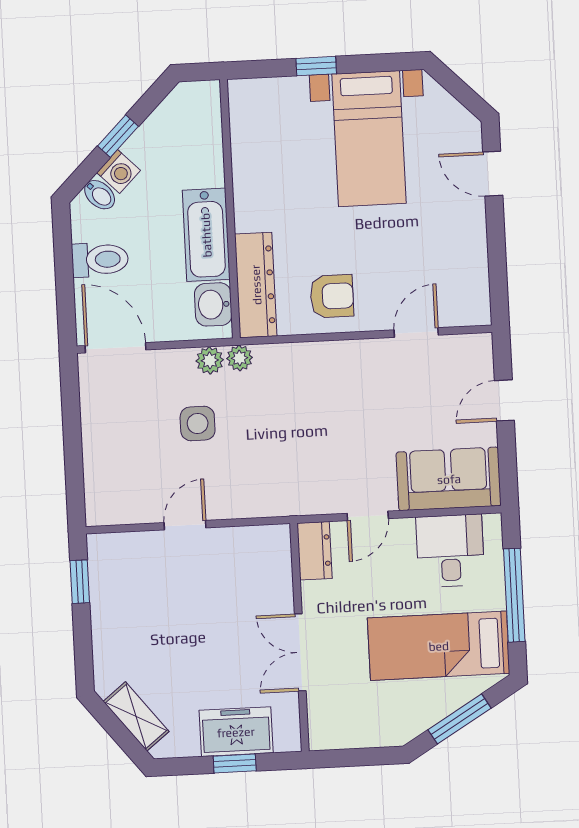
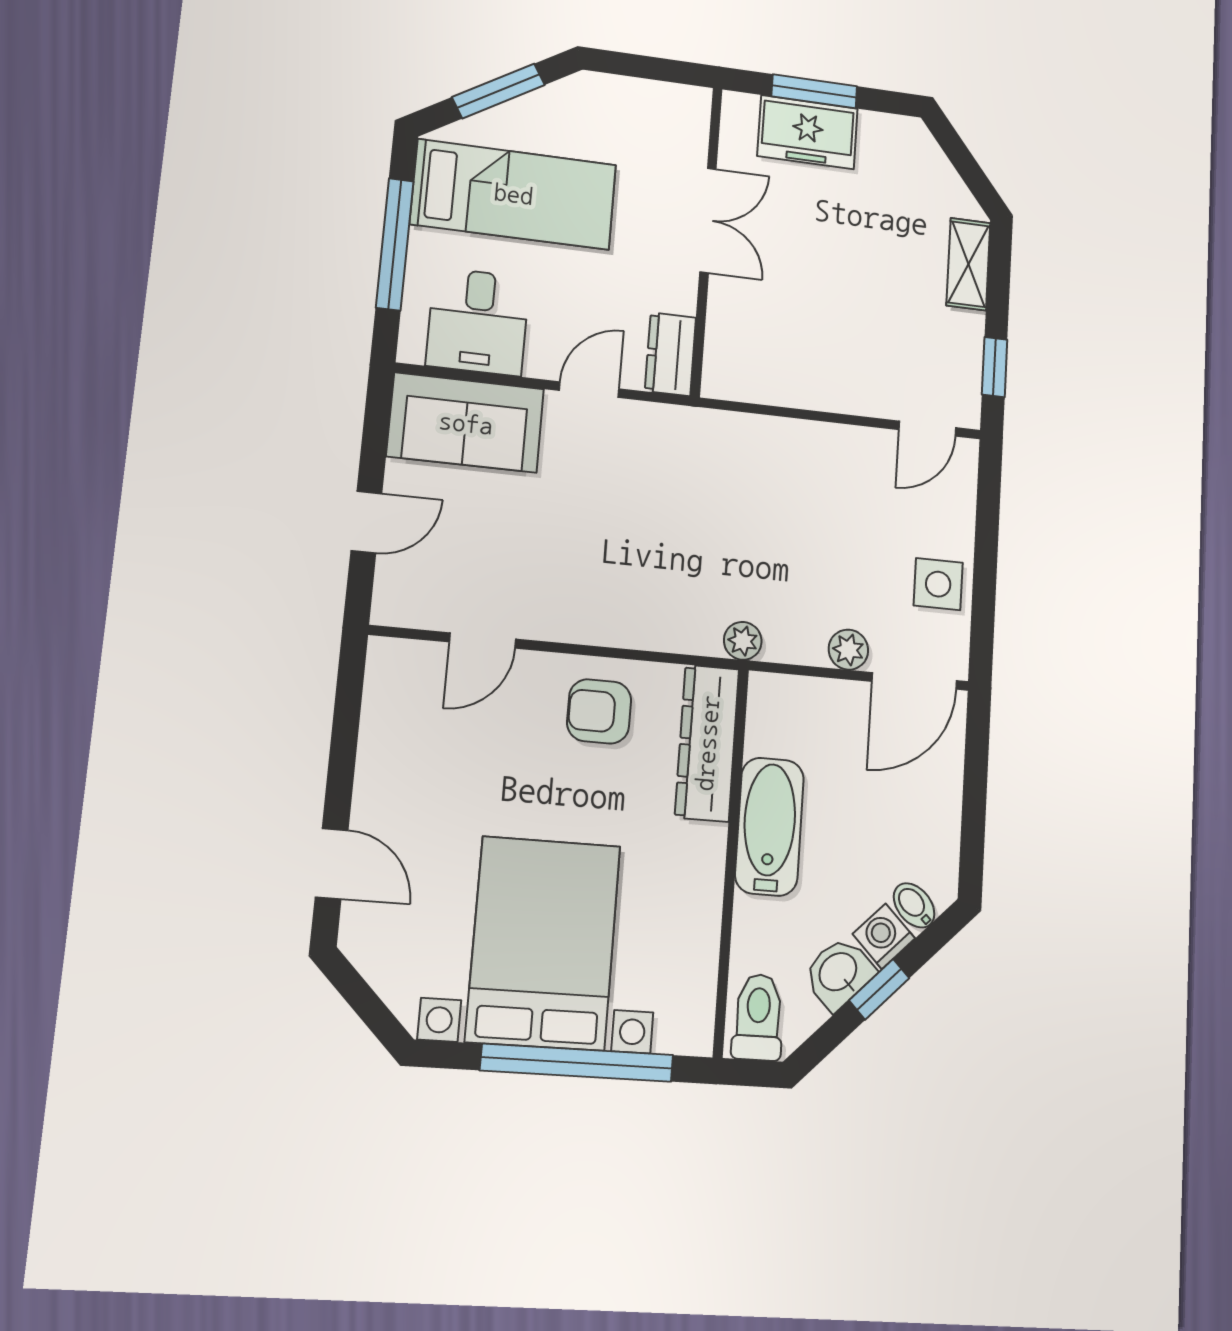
window: (316, 66) -> (577, 1063), width x3.17
bed with nightstands: (369, 139) -> (543, 943), width x1.36
toilet: (100, 260) -> (758, 1017), moved, turned 90
washbasin: (213, 304) -> (839, 973), moved, turned -135
door: (115, 348) -> (914, 681), hinge flipped
plant: (210, 360) -> (848, 650), moved
side table: (198, 423) -> (938, 584), moved
door: (185, 525) -> (927, 429), moved
shelving: (136, 716) -> (968, 264), moved, turned 38
window: (235, 763) -> (814, 91), width x1.50

